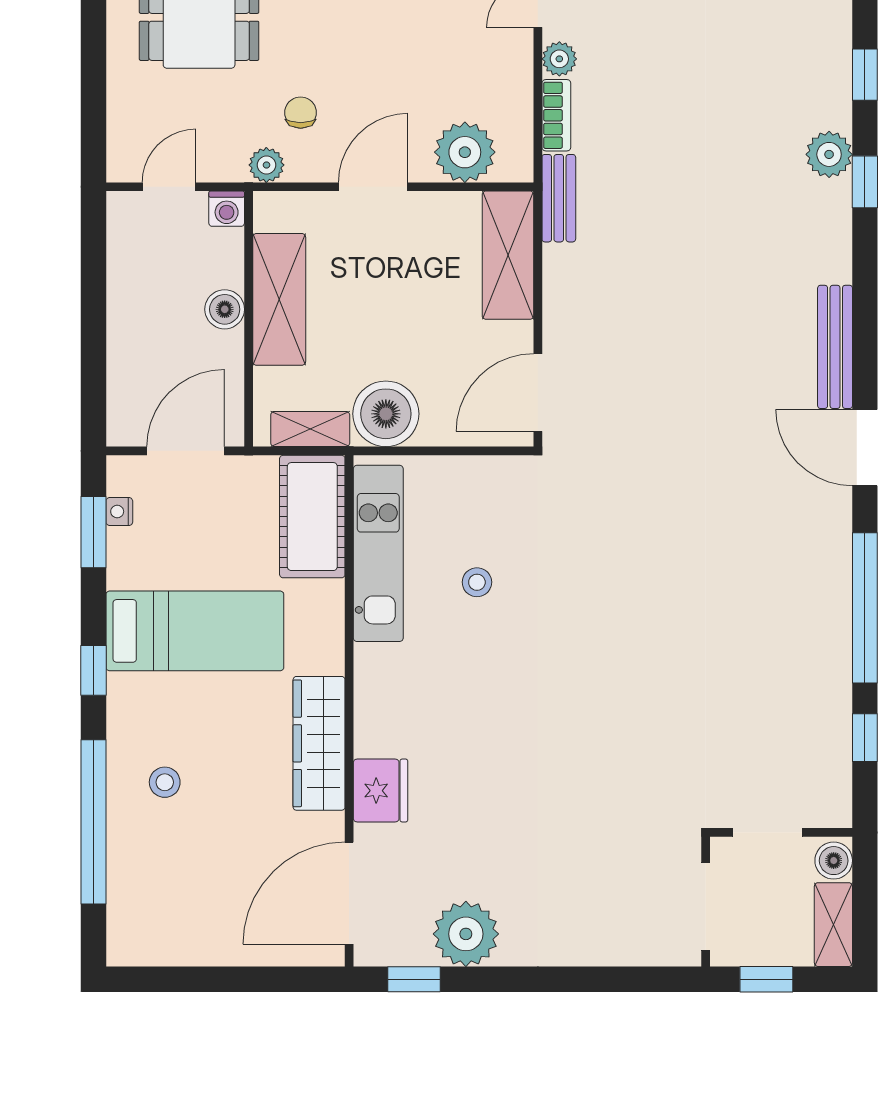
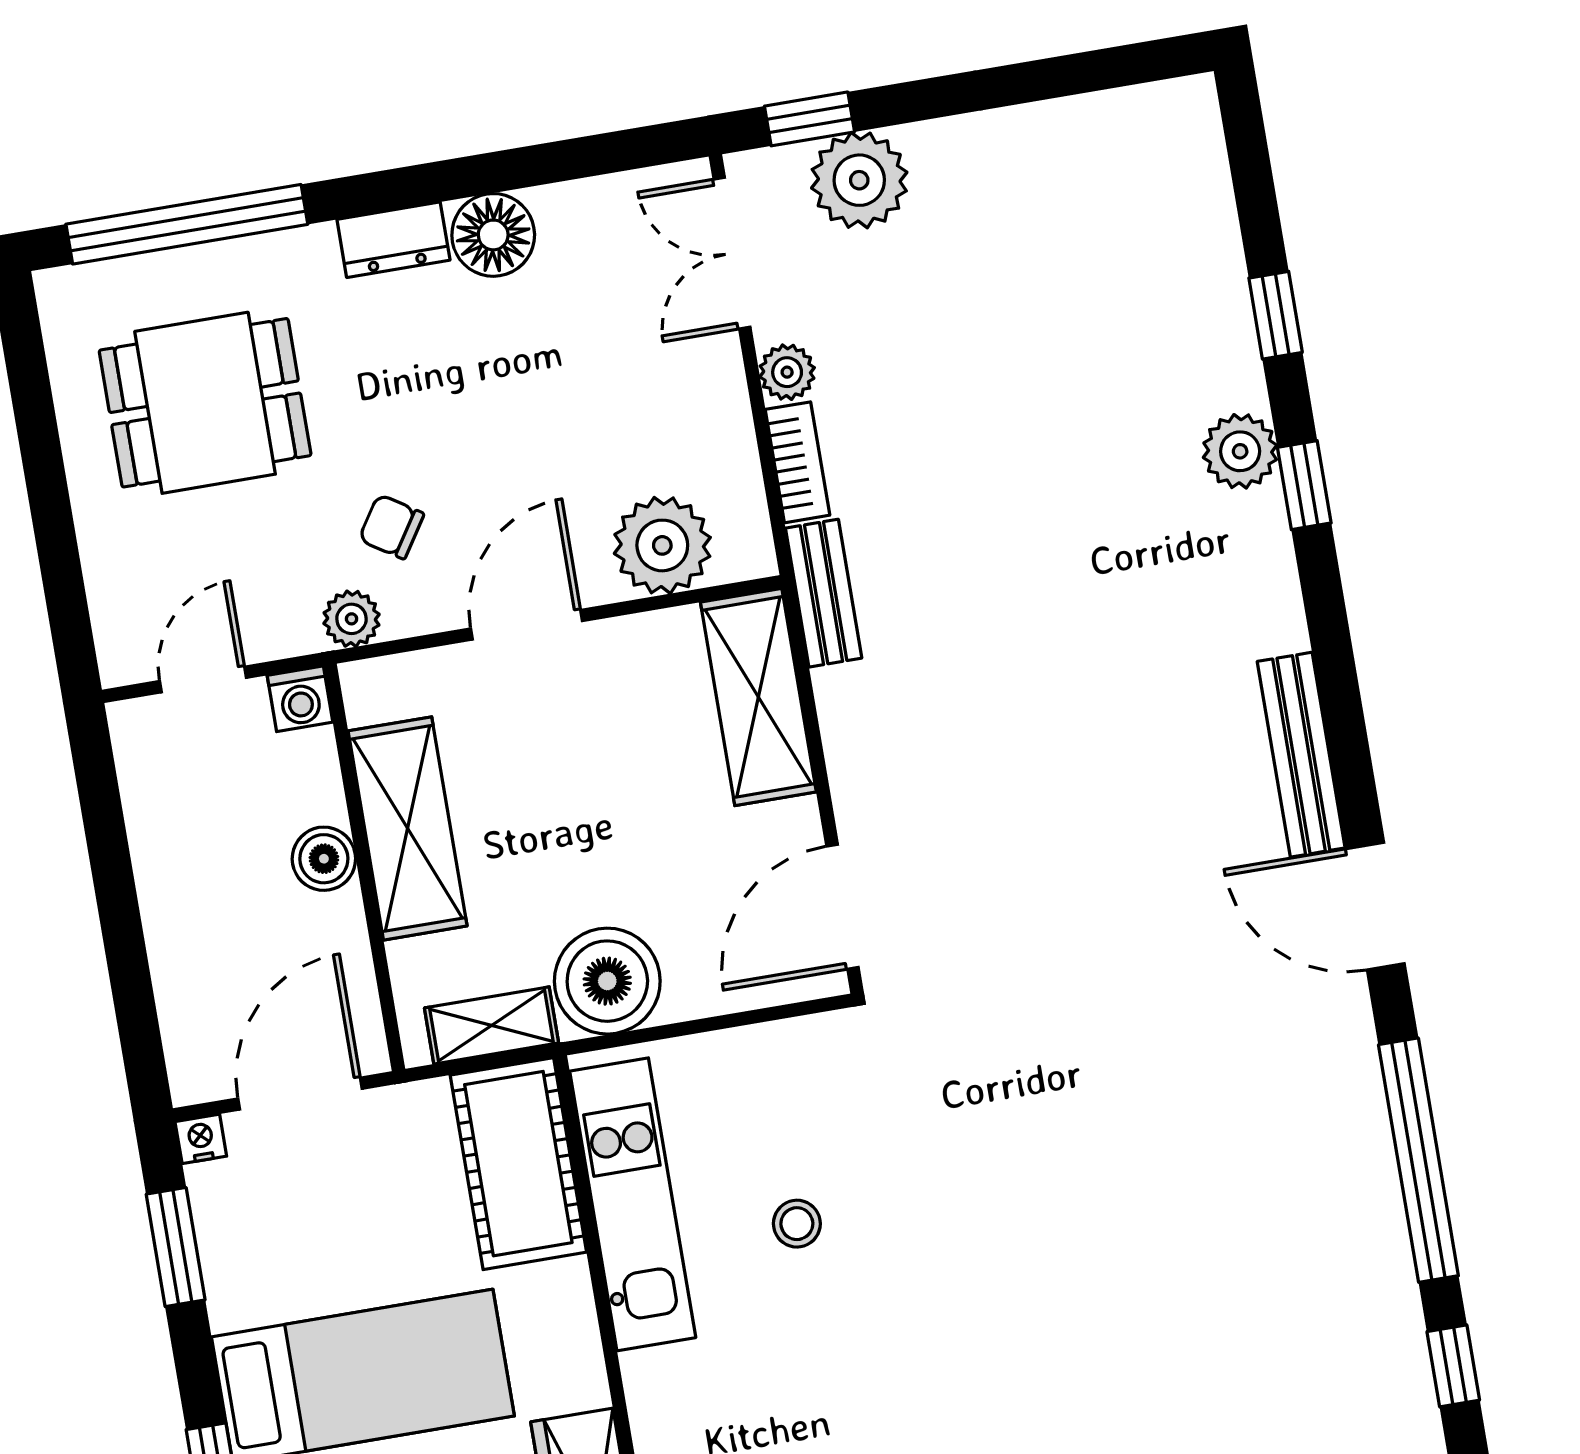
chair: (301, 113) -> (391, 527), turned -57
nightstand: (119, 512) -> (201, 1139), moved, turned 90

